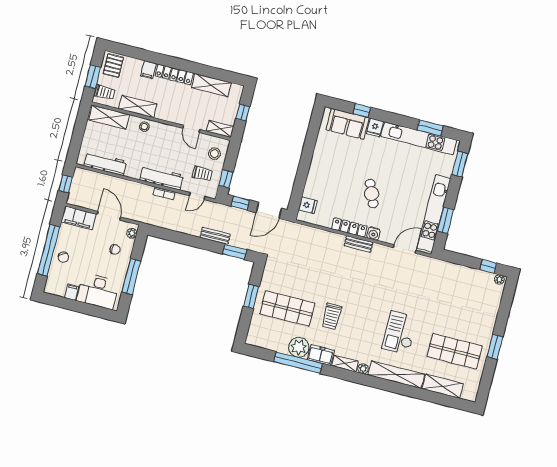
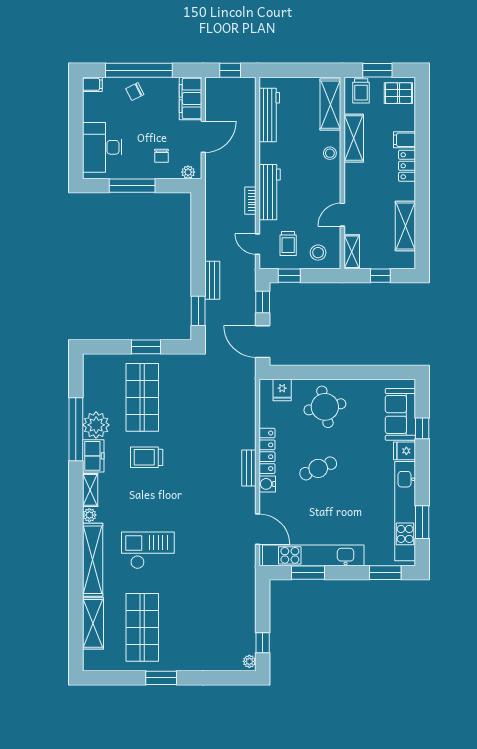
locker: (174, 74) -> (407, 166), width x0.66
round table: (328, 177) -> (325, 407), added
filing cabinet: (72, 292) -> (92, 84), moved

